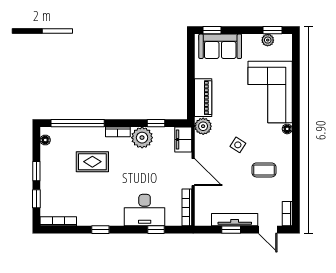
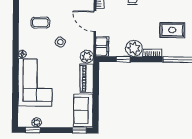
sofa: (220, 46) -> (83, 110), moved, turned -90

